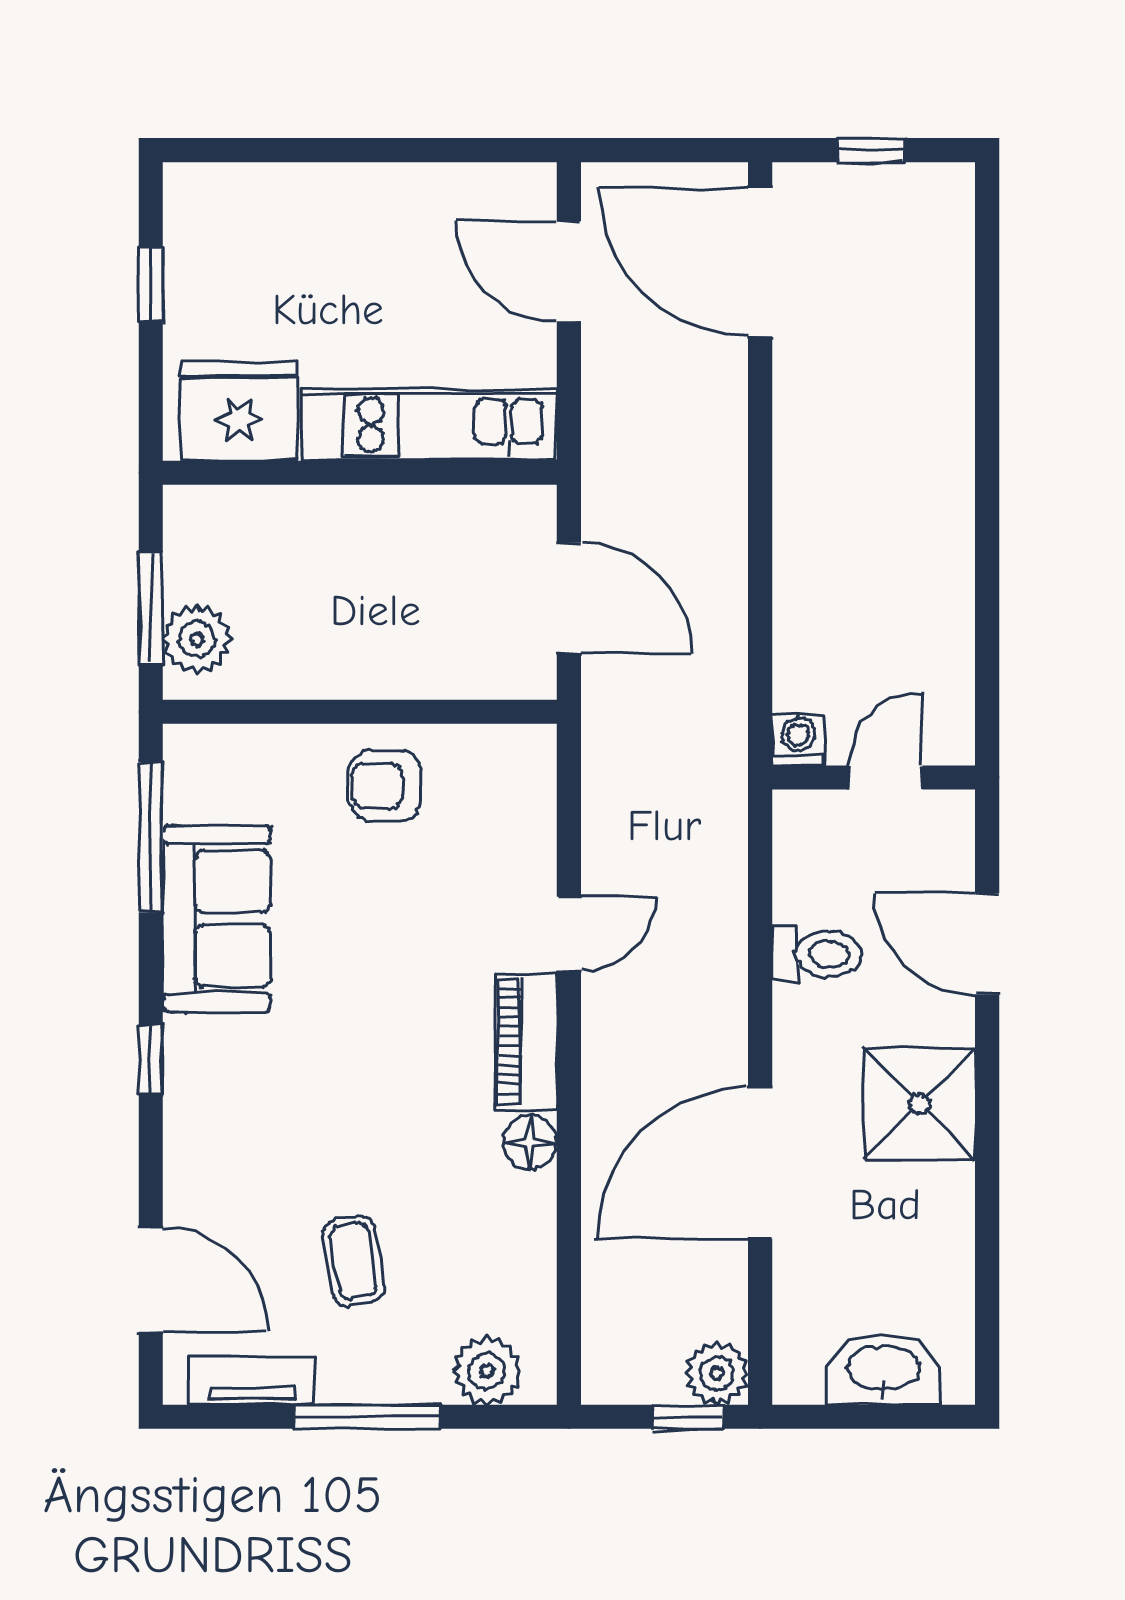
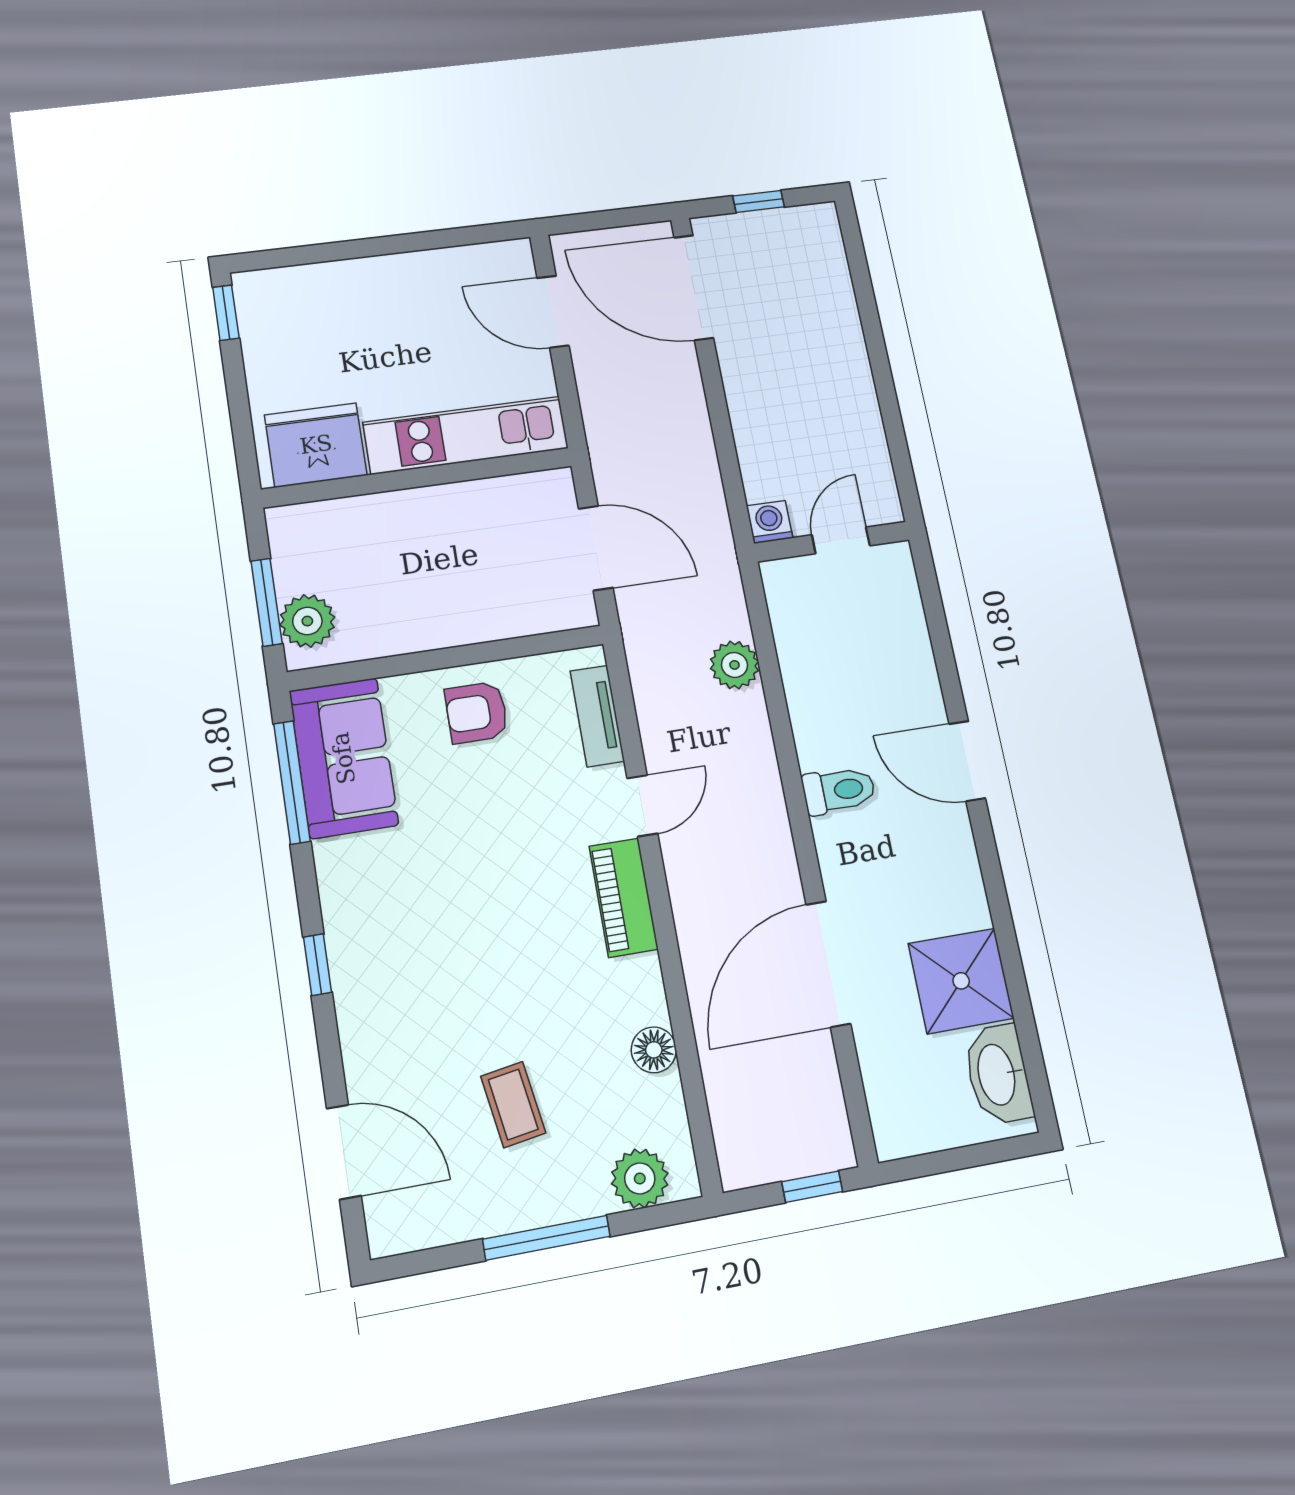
window: (151, 285) -> (226, 313), moved
washing machine: (798, 740) -> (770, 522), moved
wall: (874, 778) -> (832, 542), moved
door: (886, 778) -> (841, 540), moved
sofa: (217, 919) -> (344, 758), moved
shower: (919, 1104) -> (961, 981), moved
floor lamp: (530, 1142) -> (654, 1050), moved
washbasin: (883, 1370) -> (998, 1074), moved, turned -90
plant: (717, 1373) -> (735, 665), moved
tv unit: (252, 1381) -> (597, 716), moved, turned -90

